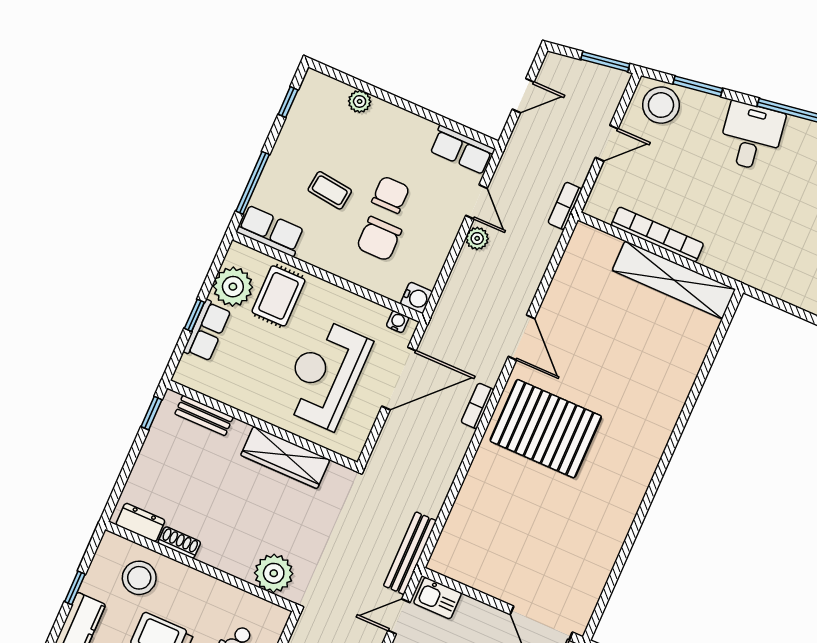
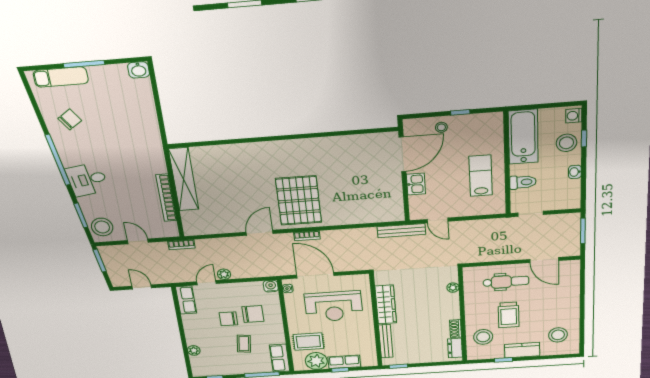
bench: (204, 415) -> (386, 341), width x1.36
plant: (274, 573) -> (453, 288), width x0.53, depth x0.53
kitchen sink: (438, 598) -> (416, 184), moved

